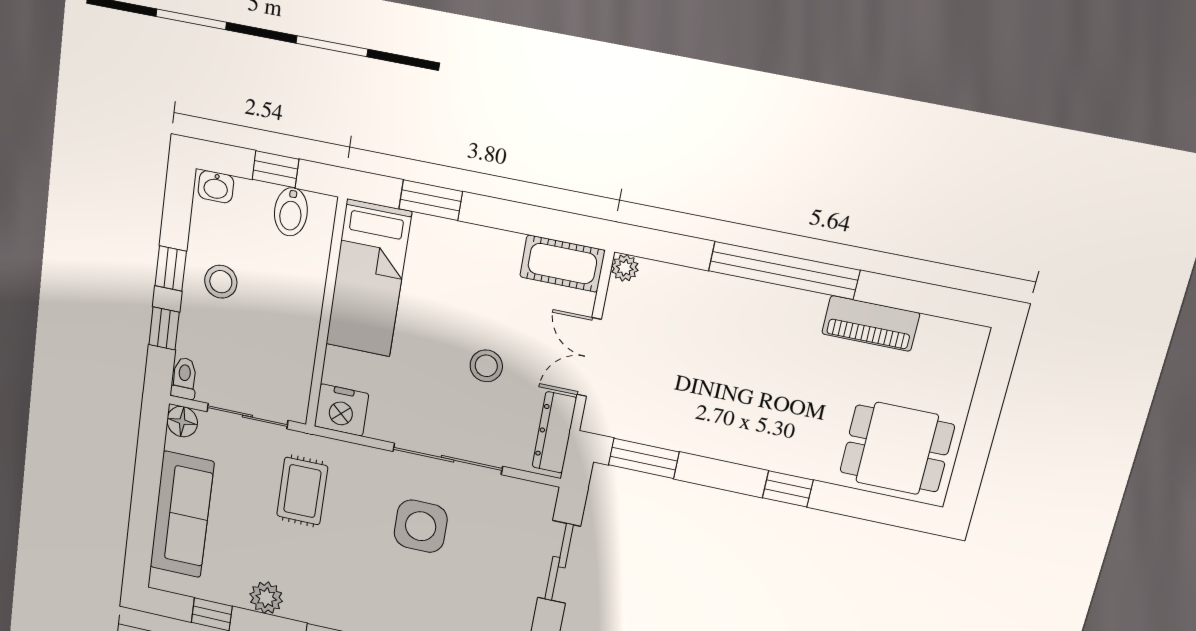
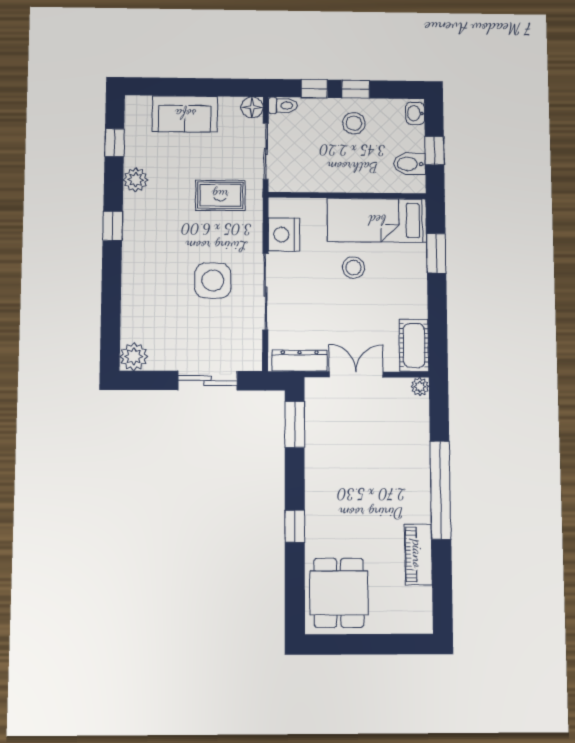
stool: (486, 366) -> (354, 268), moved
nightstand: (341, 410) -> (284, 235), moved
sofa: (182, 515) -> (185, 114), width x0.73

